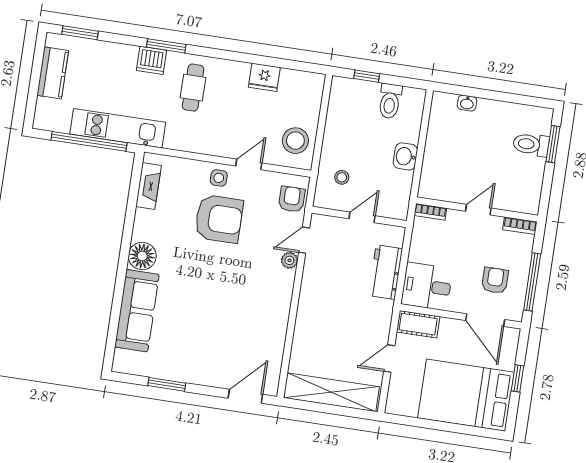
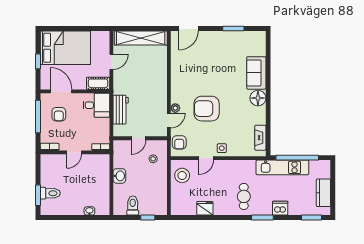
dishwasher: (152, 60) -> (280, 208), moved
armchair: (219, 219) -> (207, 109), moved
sofa: (137, 311) -> (256, 73), width x0.73

